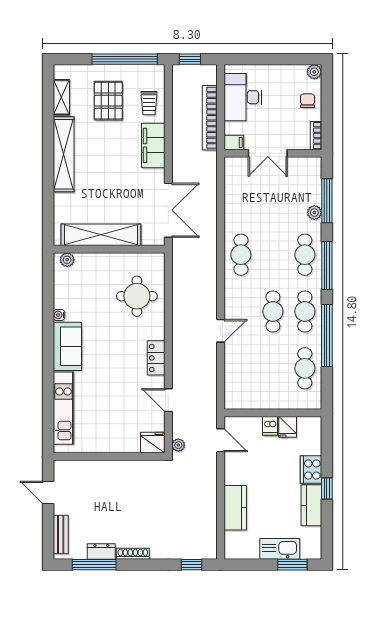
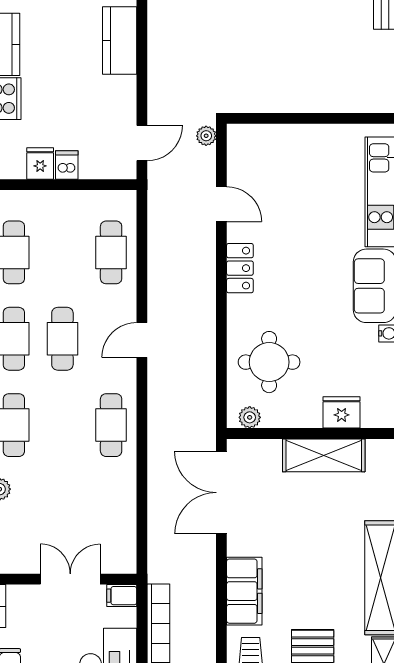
shelving: (101, 235) -> (324, 455), width x0.68
plant: (67, 260) -> (250, 417), moved
door: (221, 331) -> (142, 340), moved
cafe table: (241, 368) -> (111, 252), added
door: (221, 440) -> (142, 143), swing flipped
fridge: (153, 443) -> (342, 412), moved, turned 180

